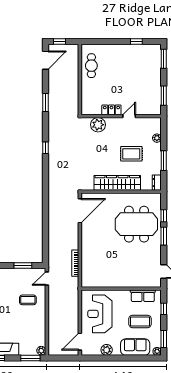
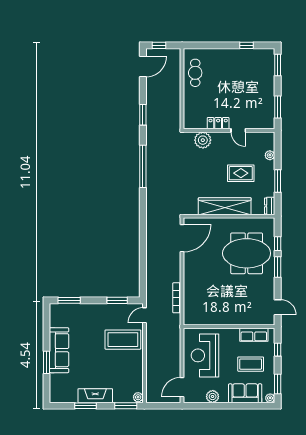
door: (129, 116) -> (238, 130), swing flipped
window: (45, 148) -> (143, 166), width x3.17
coffee table: (28, 300) -> (123, 340), width x1.86, depth x1.72

